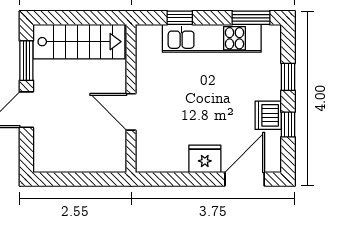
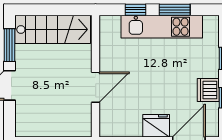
window: (251, 18) -> (175, 10), moved
door: (131, 112) -> (96, 87), swing flipped

